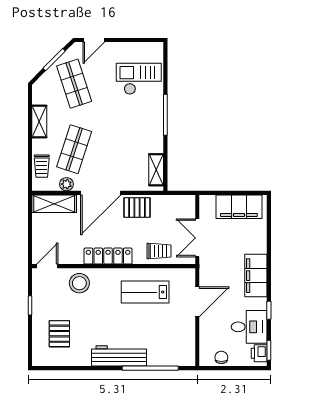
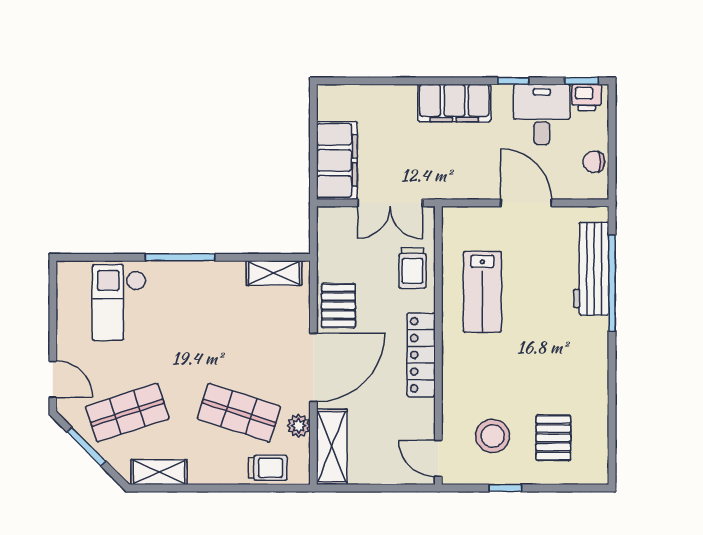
shelving: (39, 122) -> (159, 472), moved
door: (101, 193) -> (313, 367), hinge flipped
filing cabinet: (239, 207) -> (337, 160), moved
trolley: (159, 251) -> (412, 268), turned 180
stool: (79, 283) -> (493, 436), moved
door: (197, 302) -> (526, 203), moved
pallet: (59, 334) -> (553, 438), turned 90
workbench: (119, 356) -> (591, 269), moved

